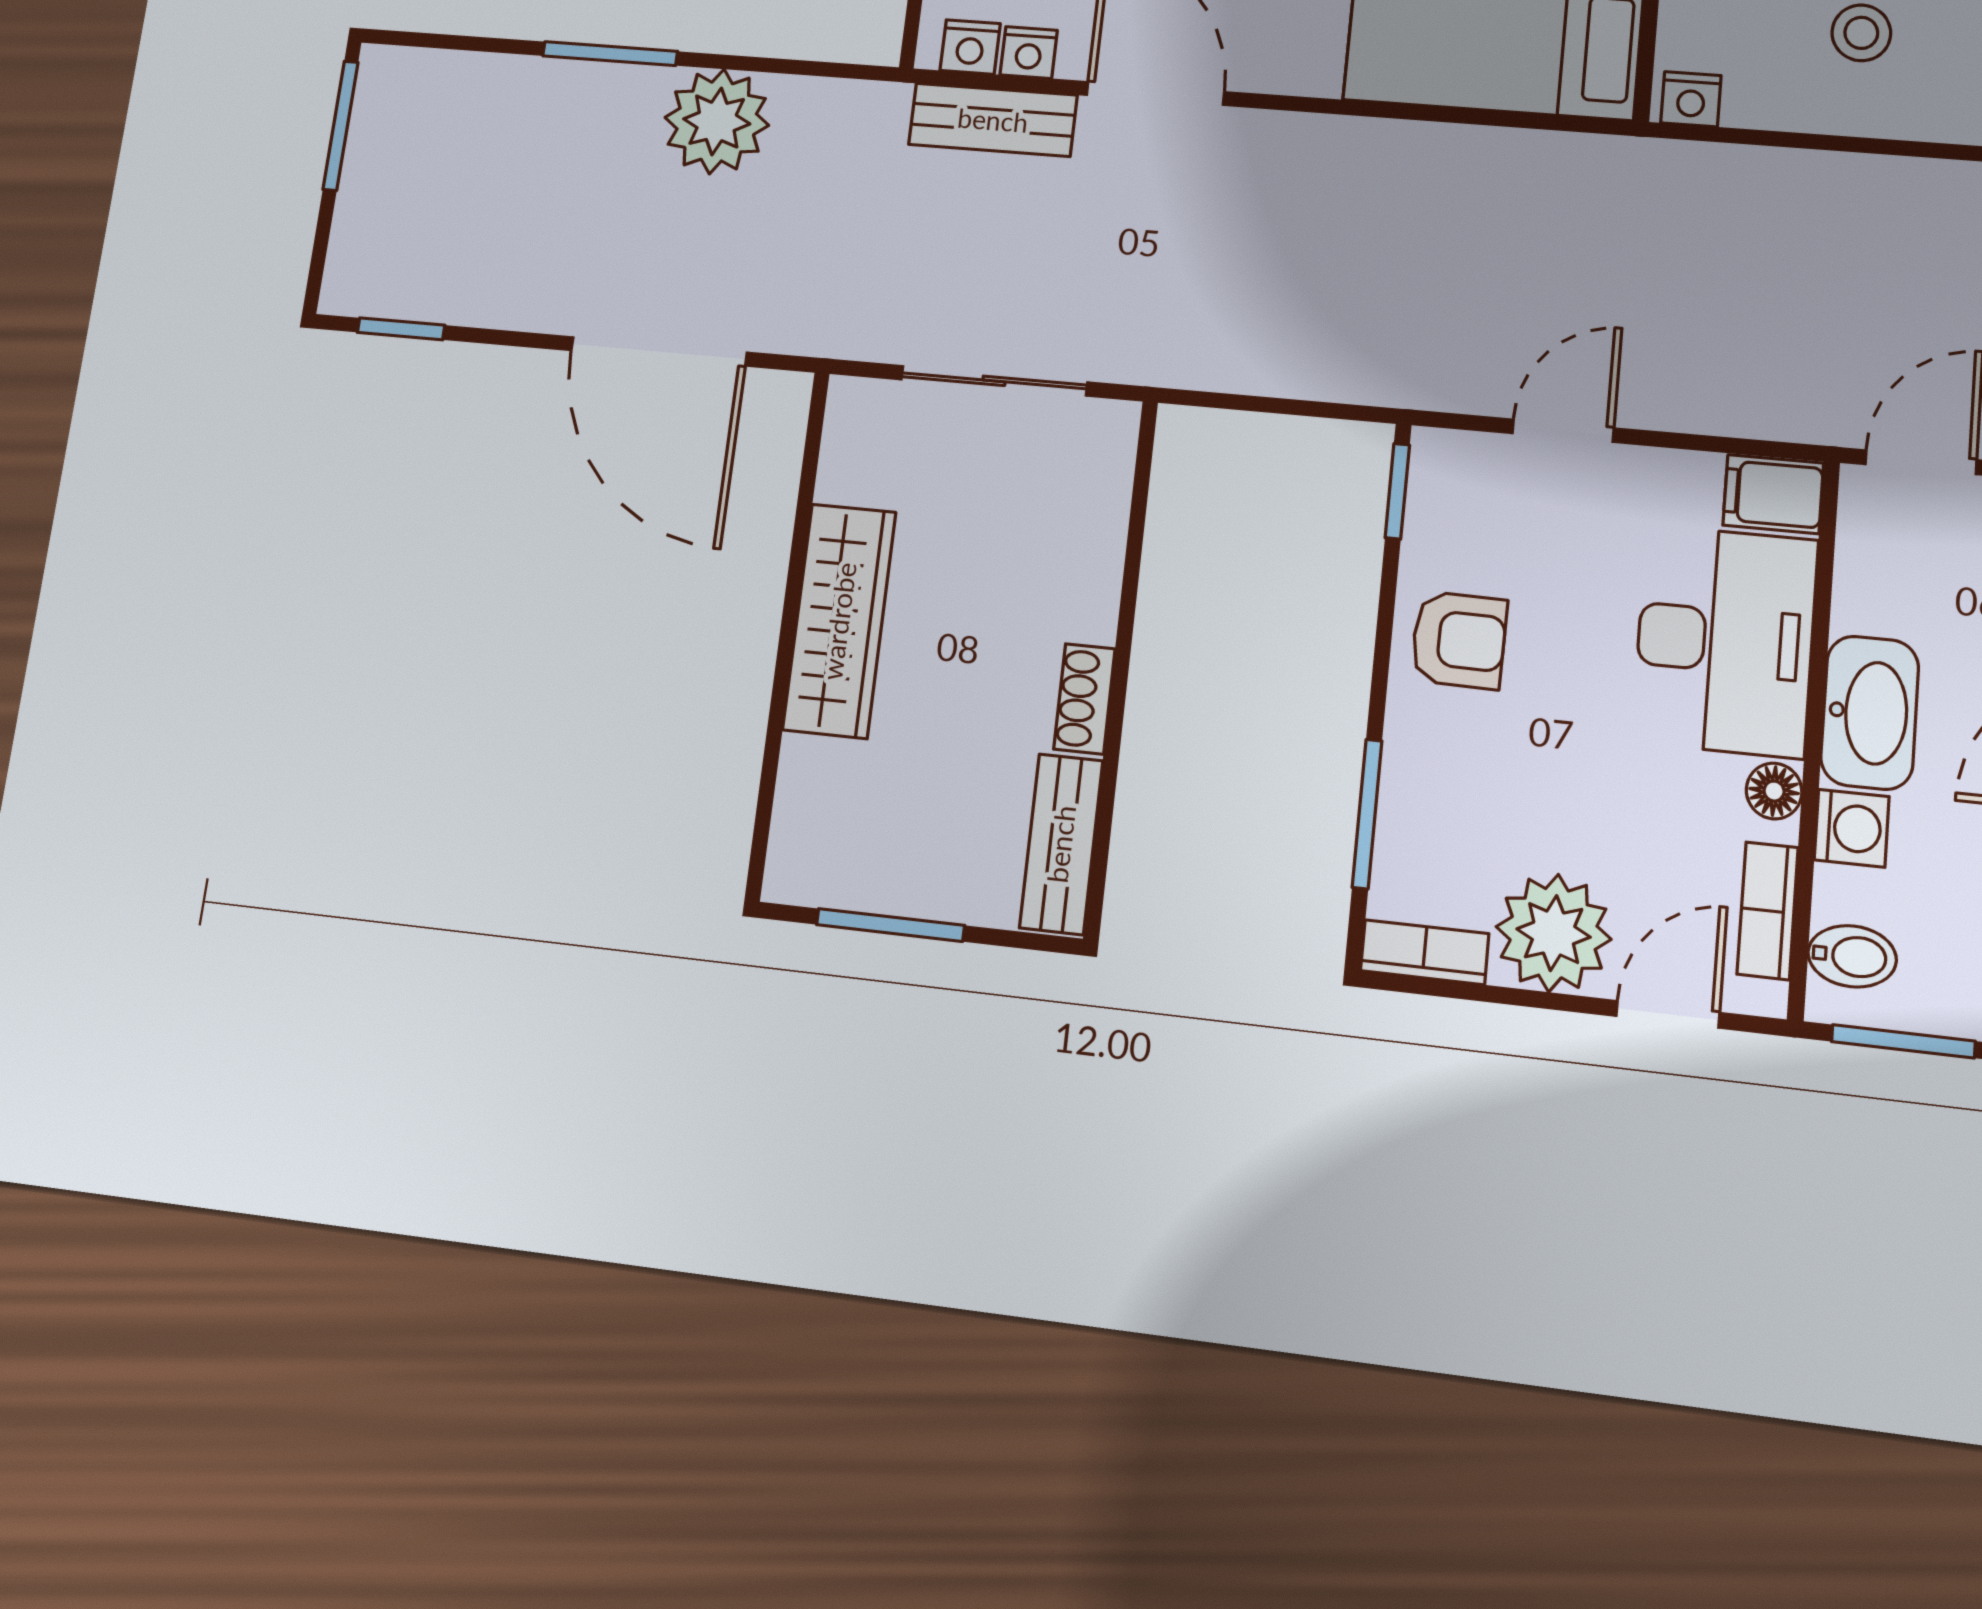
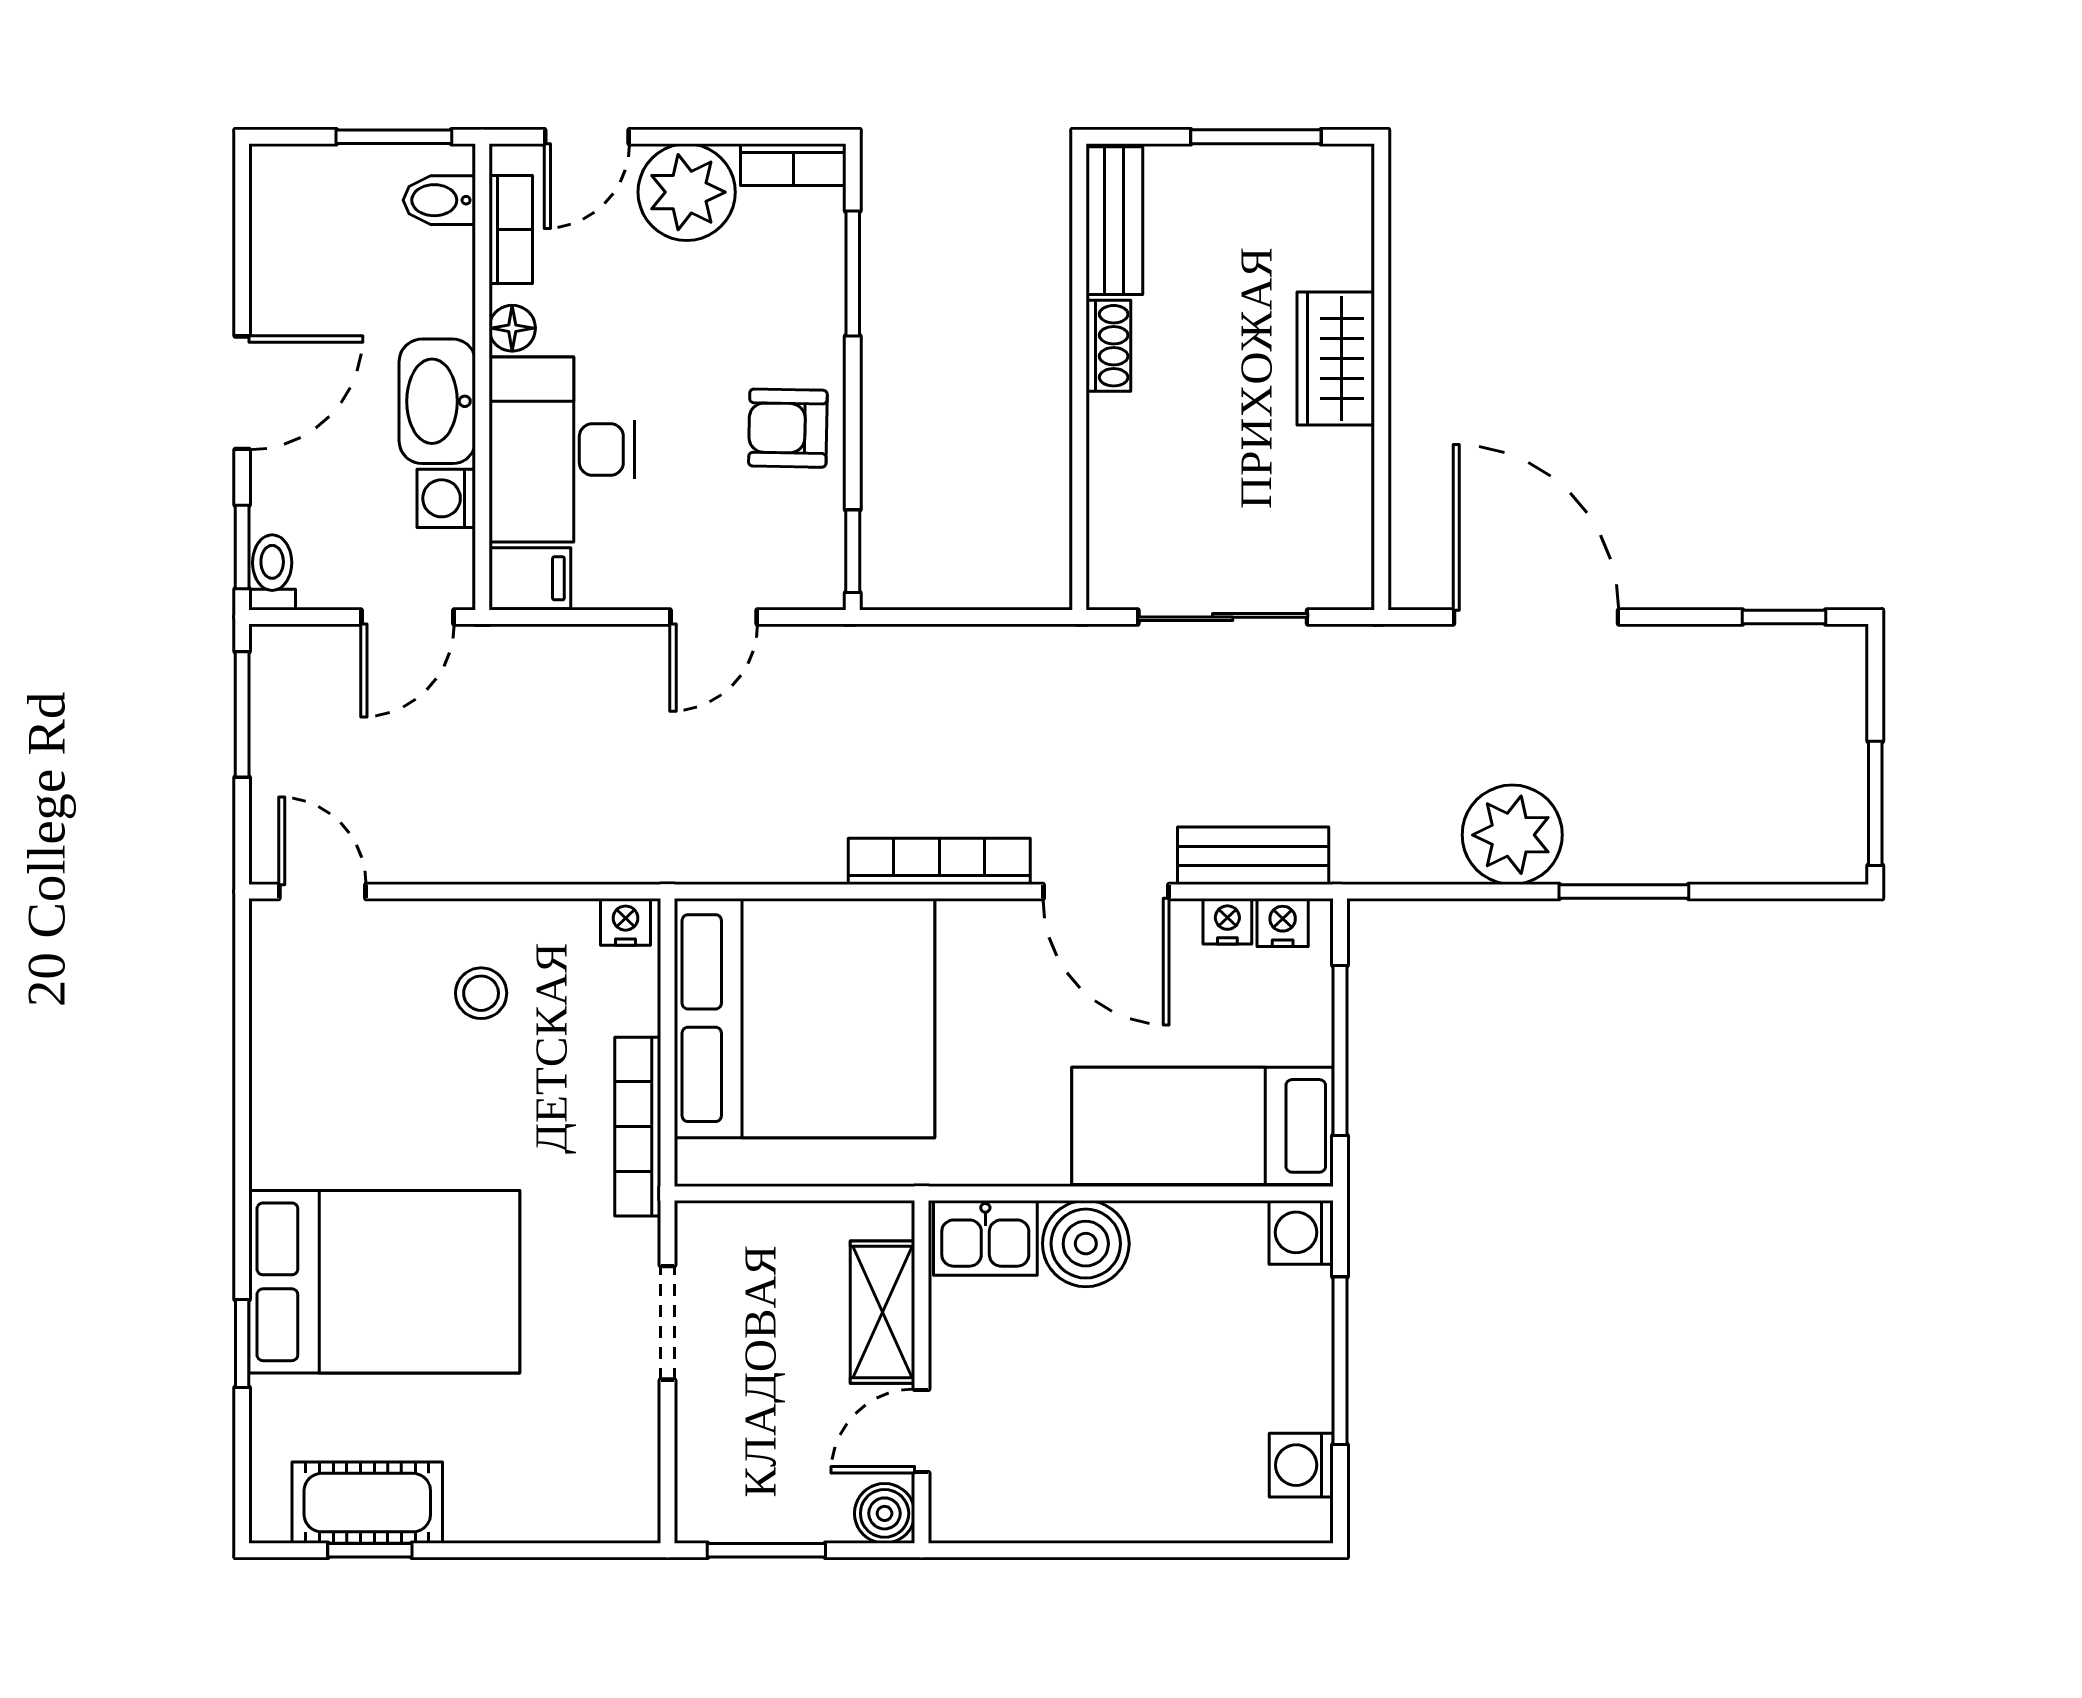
bookcase: (1334, 139) -> (939, 861), added
wardrobe: (839, 621) -> (1336, 359), width x0.67
washing machine: (1852, 828) -> (446, 498), moved

